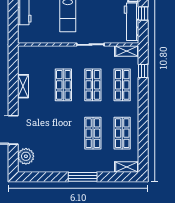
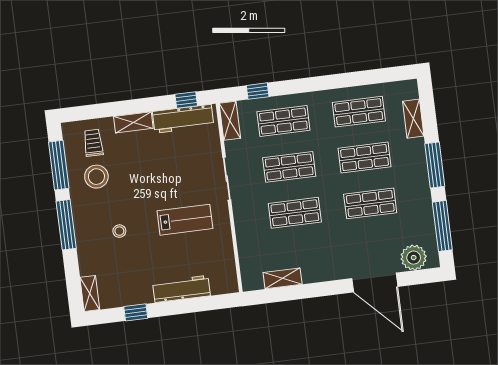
window: (143, 13) -> (186, 100), moved
shelving: (23, 86) -> (283, 278), moved
shop shelf: (63, 133) -> (370, 203), added
shelving: (127, 167) -> (413, 119), moved
window: (44, 177) -> (442, 226), added

